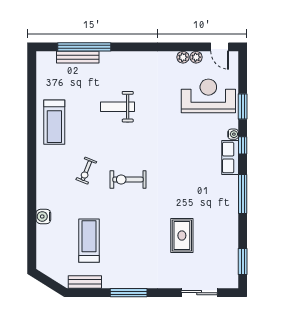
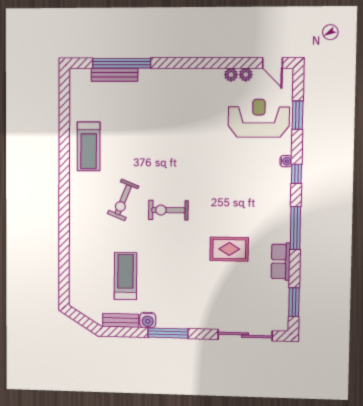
weight bench: (118, 107) -> (158, 130), removed
window: (243, 107) -> (298, 115), moved
row of seats: (230, 158) -> (281, 262), moved
exercise bike: (86, 171) -> (123, 200), width x1.38, depth x1.39
water cooler: (43, 216) -> (148, 320), moved, turned -90
rug: (182, 236) -> (229, 249), moved, turned 90
sliding door: (199, 293) -> (245, 335), width x1.37

